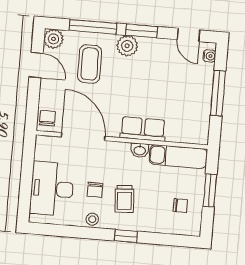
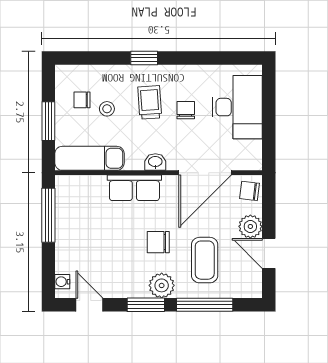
plant: (54, 39) -> (250, 226), moved
chair: (127, 82) -> (158, 242), added
window: (218, 93) -> (48, 215), moved
chair: (48, 118) -> (250, 191), turned 97
door: (83, 137) -> (205, 173), hinge flipped
washbasin: (140, 150) -> (155, 162), moved
stool: (92, 219) -> (107, 109), moved

